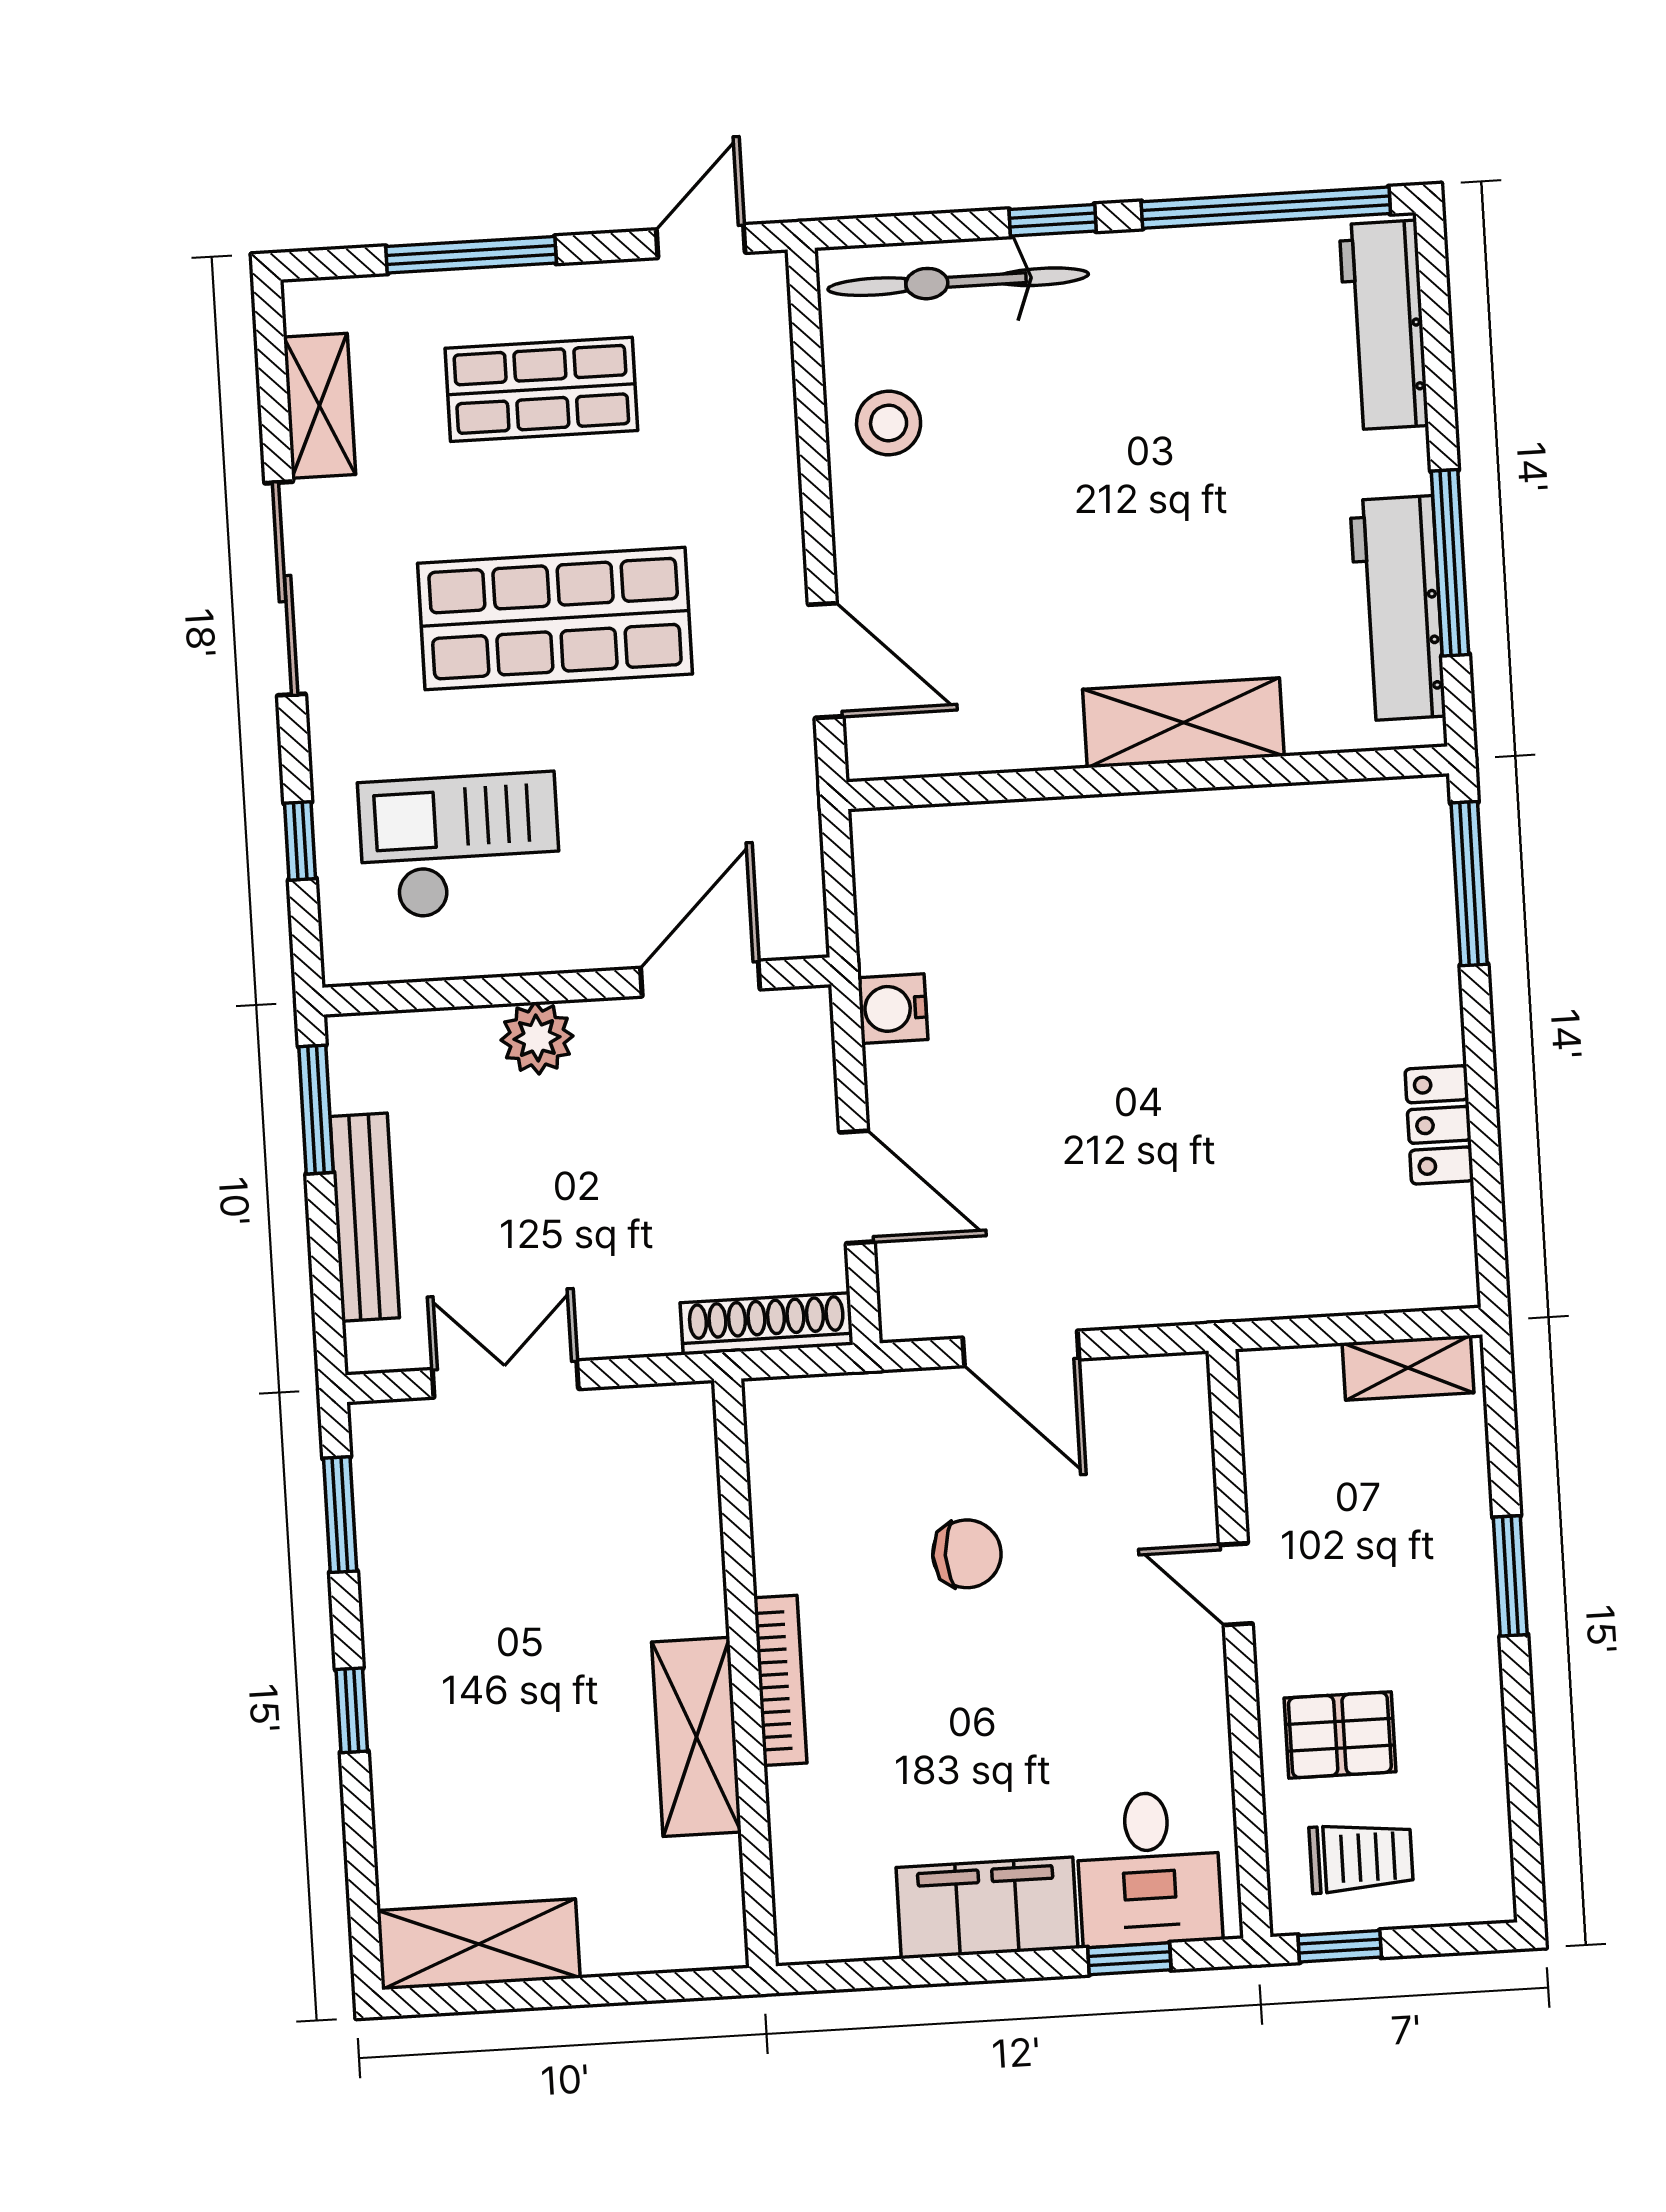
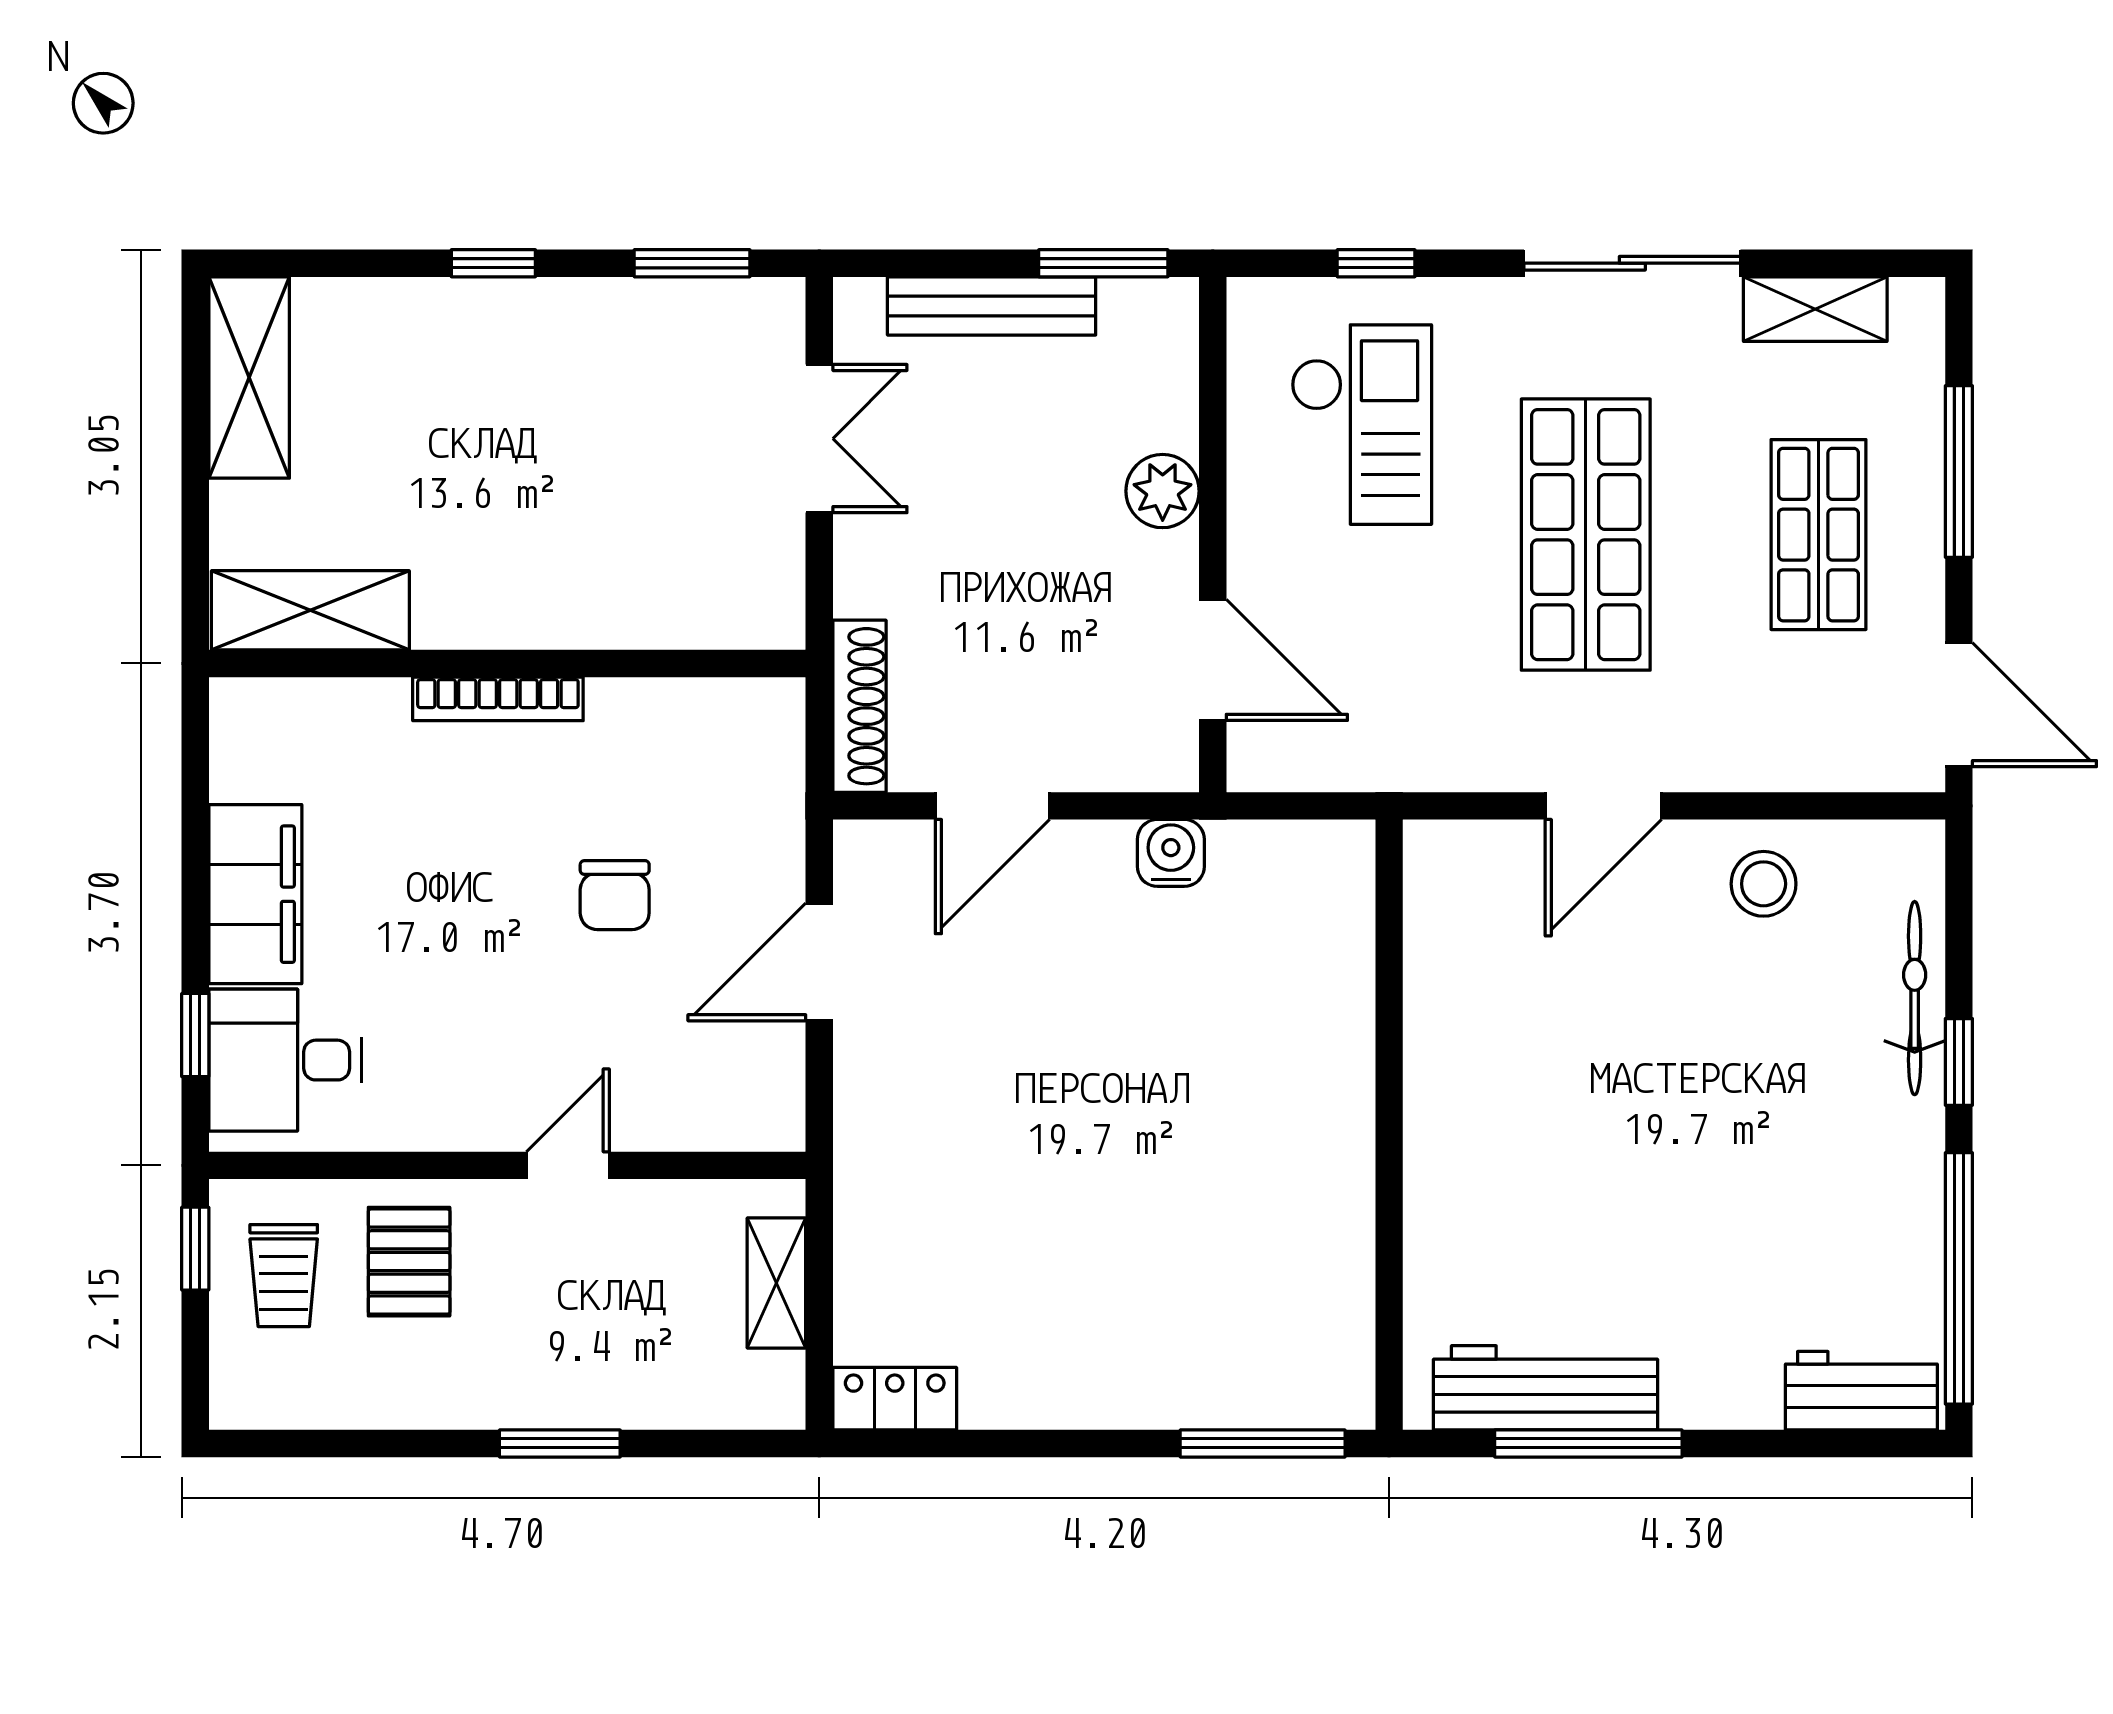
door: (701, 241) -> (1959, 705), width x1.38
bicycle: (958, 282) -> (1915, 998), width x0.73, depth x0.71
workbench: (1384, 325) -> (1861, 1391), width x0.73
door: (826, 660) -> (1603, 806), moved
shelving: (1183, 723) -> (1443, 1164), removed
locker: (1439, 1125) -> (895, 1399), moved
shelving: (1408, 1368) -> (776, 1283), moved
shelving: (696, 1737) -> (310, 610), moved

